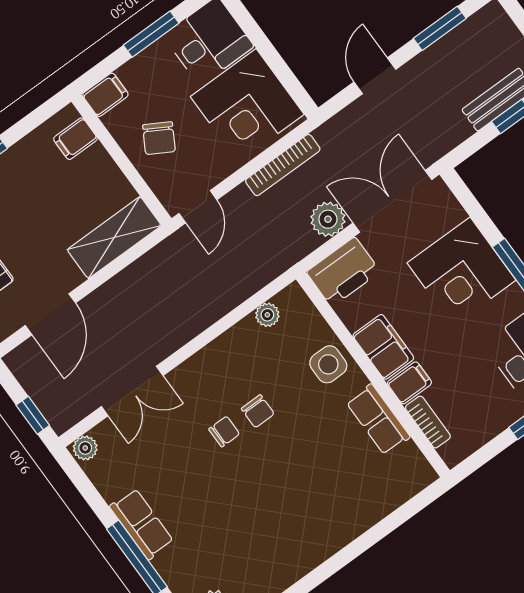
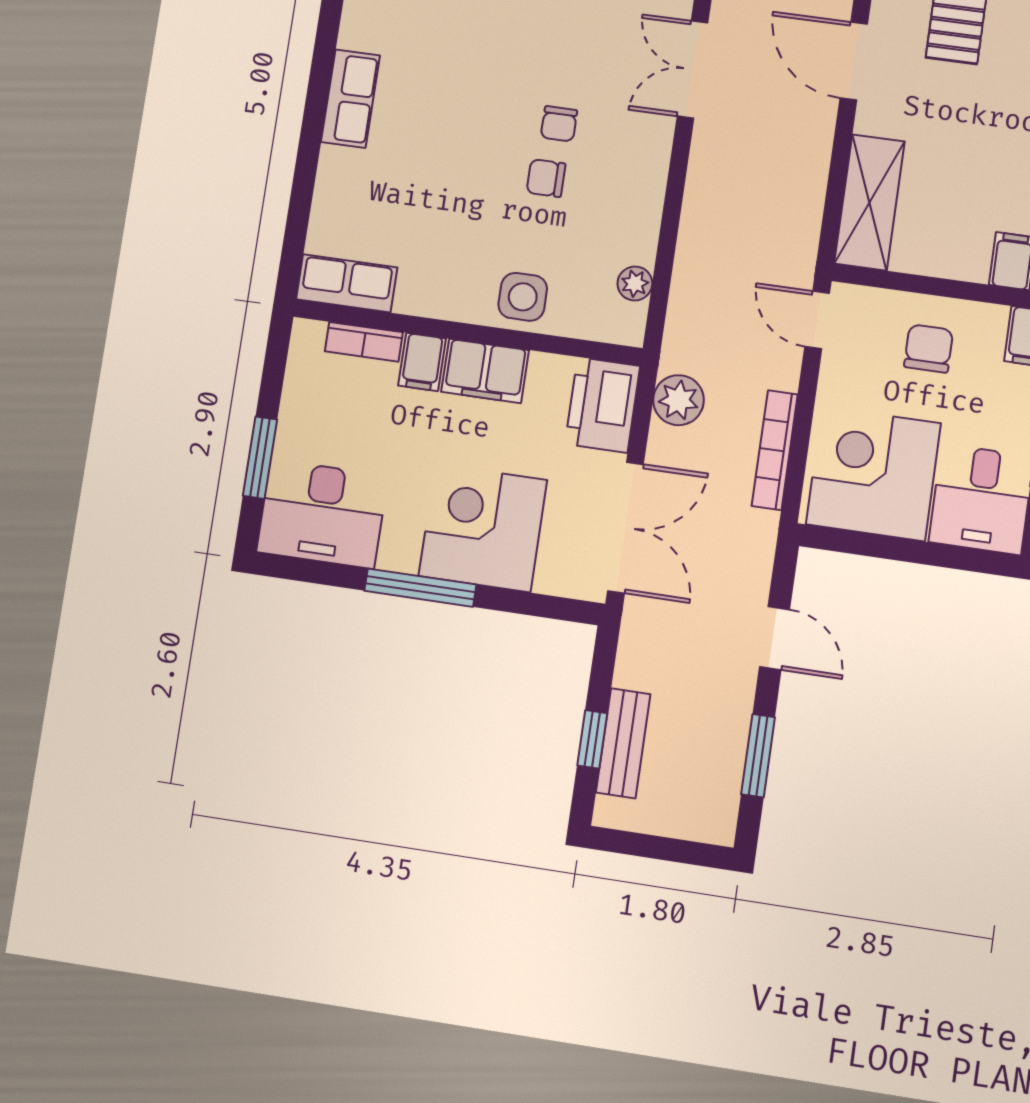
chair: (159, 138) -> (929, 348), turned 60
plant: (328, 219) -> (678, 400), moved
row of seats: (378, 420) -> (347, 283), moved
row of seats: (313, 550) -> (350, 99), added

